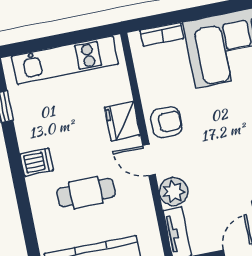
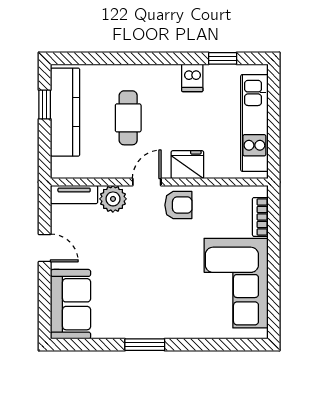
armchair: (166, 122) -> (178, 205), turned -90
dishwasher: (37, 162) -> (192, 78), moved

